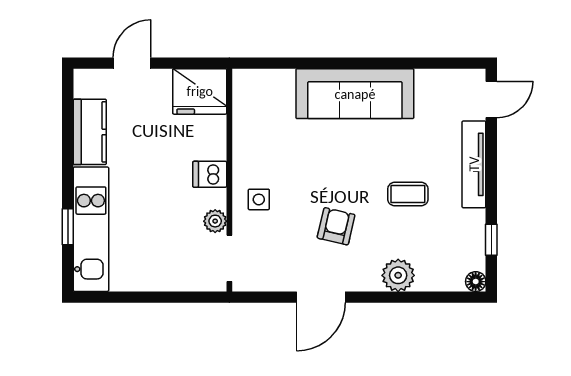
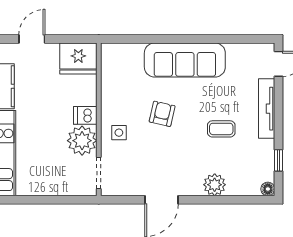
plant: (215, 221) -> (82, 141), width x1.87, depth x1.87
armchair: (336, 226) -> (162, 114), moved

